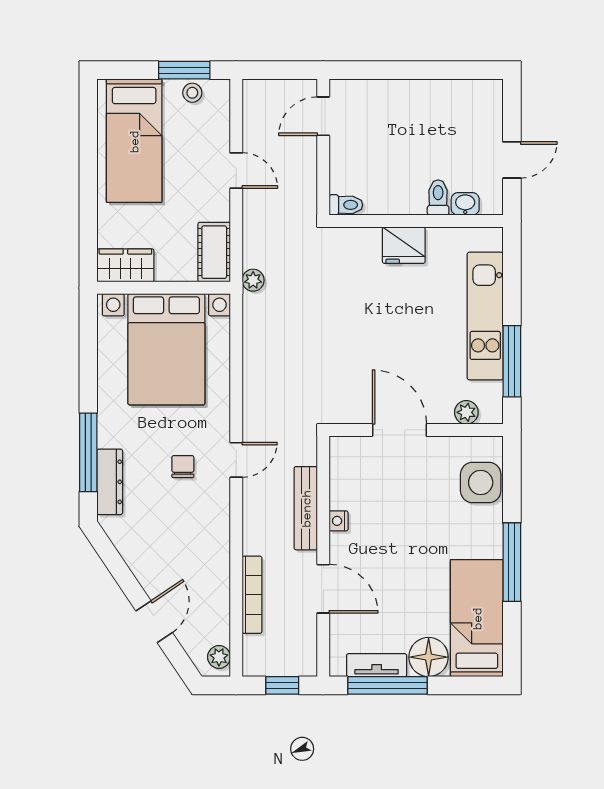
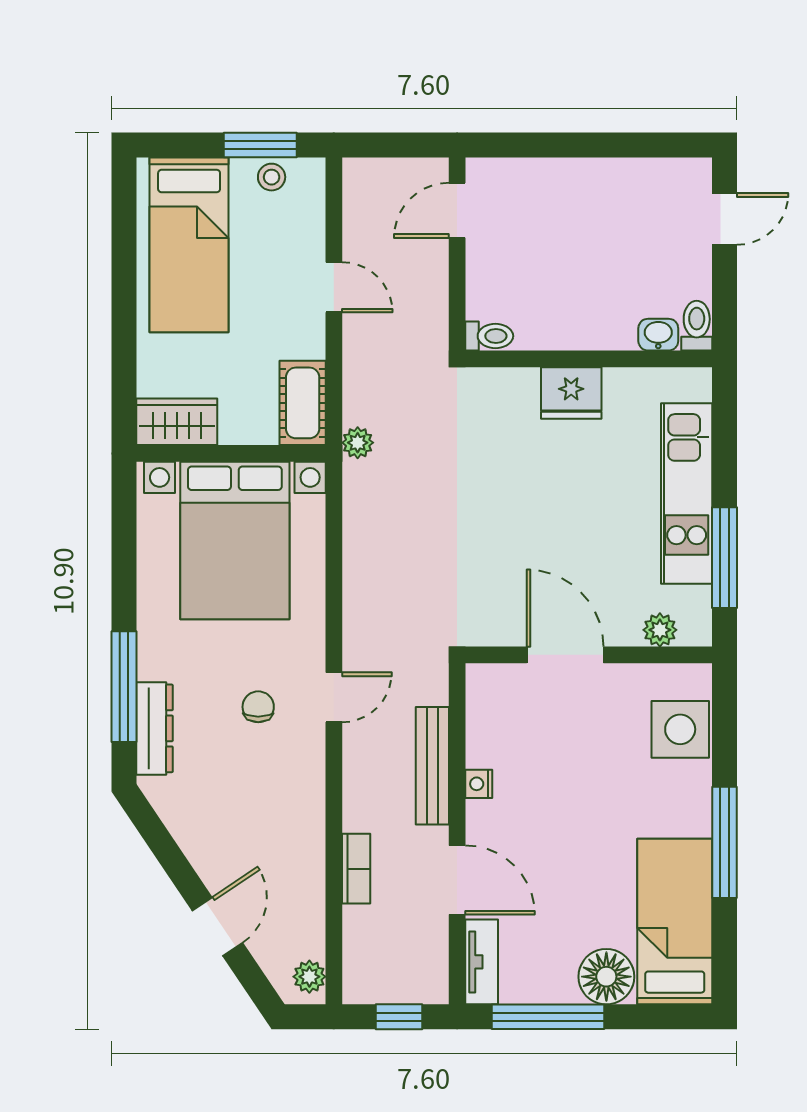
door: (512, 160) -> (724, 219), moved
toilet: (438, 198) -> (697, 326), moved
bookcase: (252, 595) -> (356, 869), width x0.64
tv unit: (377, 665) -> (482, 962), moved, turned 90

